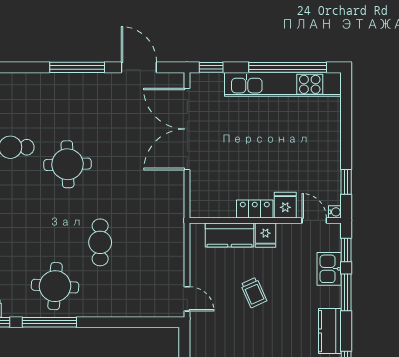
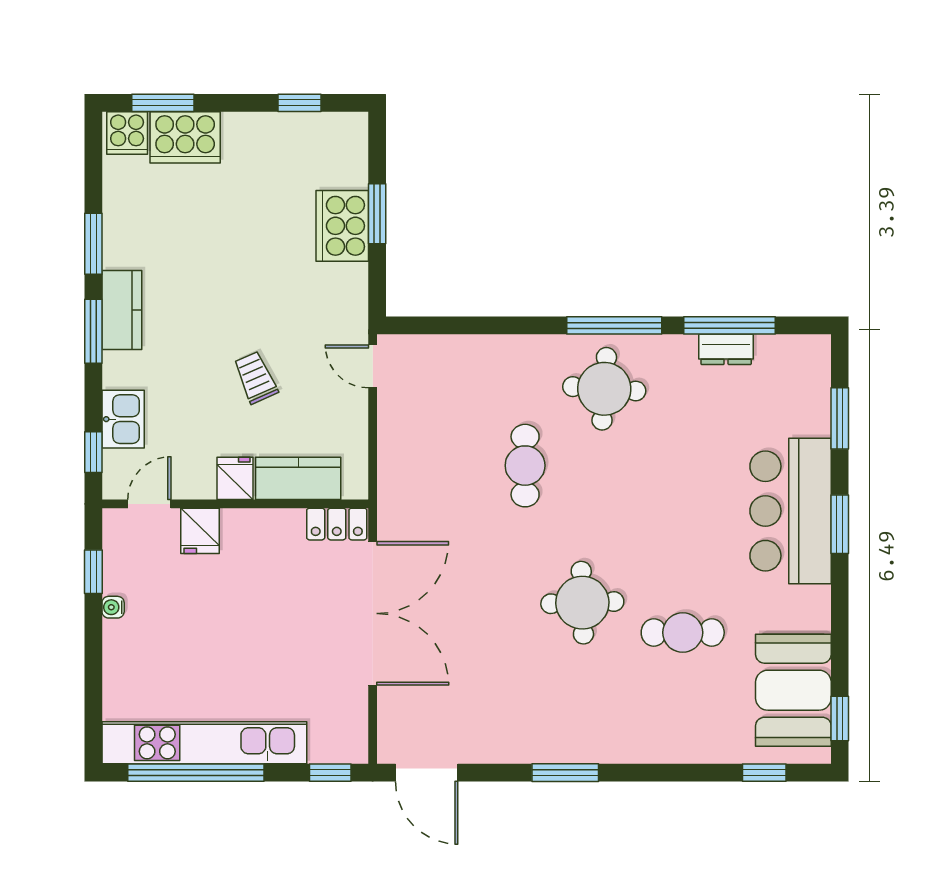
window: (77, 67) -> (565, 773), width x0.69
door: (139, 67) -> (427, 773), moved
double door: (187, 129) -> (373, 613), moved
locker: (255, 209) -> (337, 524), moved
water cooler: (335, 212) -> (113, 607), moved
door: (314, 221) -> (149, 504), swing flipped
window: (346, 292) -> (93, 331), moved

